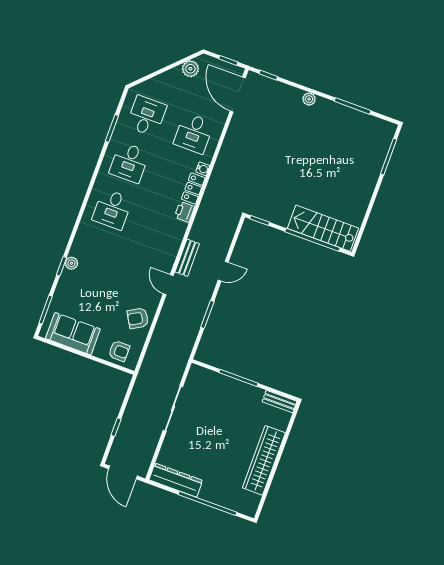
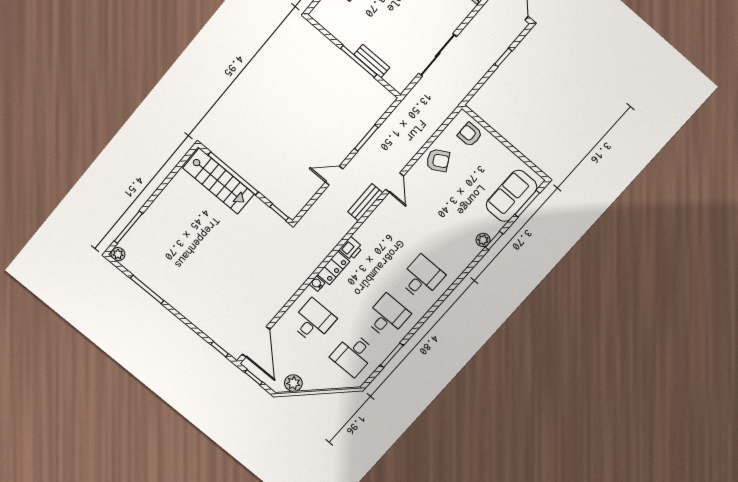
plant: (309, 99) -> (118, 254), moved
sofa: (73, 334) -> (512, 196), moved, turned 90
bench: (279, 402) -> (372, 61), moved

